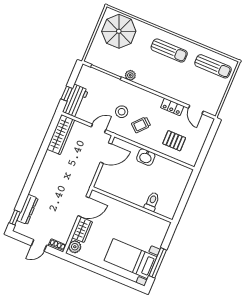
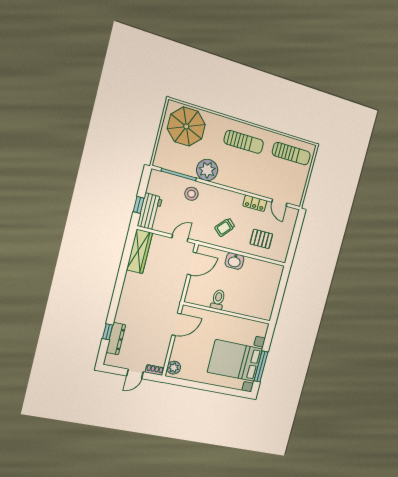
plant: (130, 75) -> (207, 170), width x1.88, depth x1.88
stool: (122, 112) -> (191, 194), moved
toilet: (152, 202) -> (218, 300), moved
window: (15, 217) -> (108, 332), moved
wardrobe: (82, 230) -> (179, 349), removed
bed with nightstands: (130, 259) -> (235, 361), width x1.36

